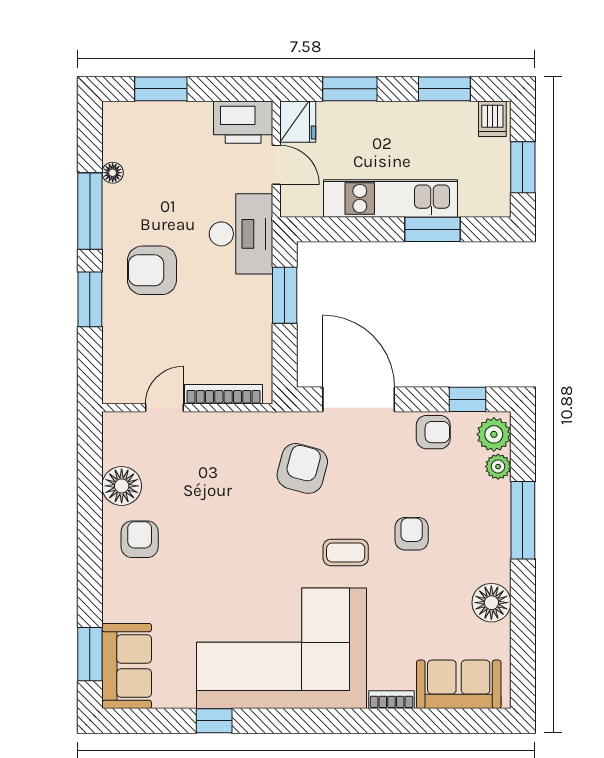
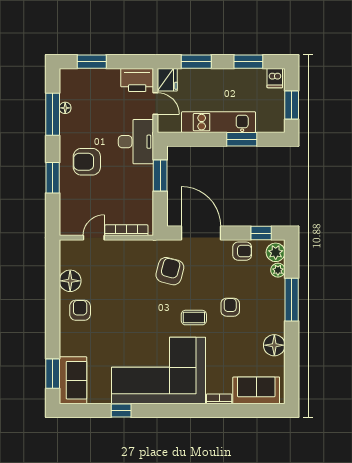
window: (90, 211) -> (53, 114), moved

